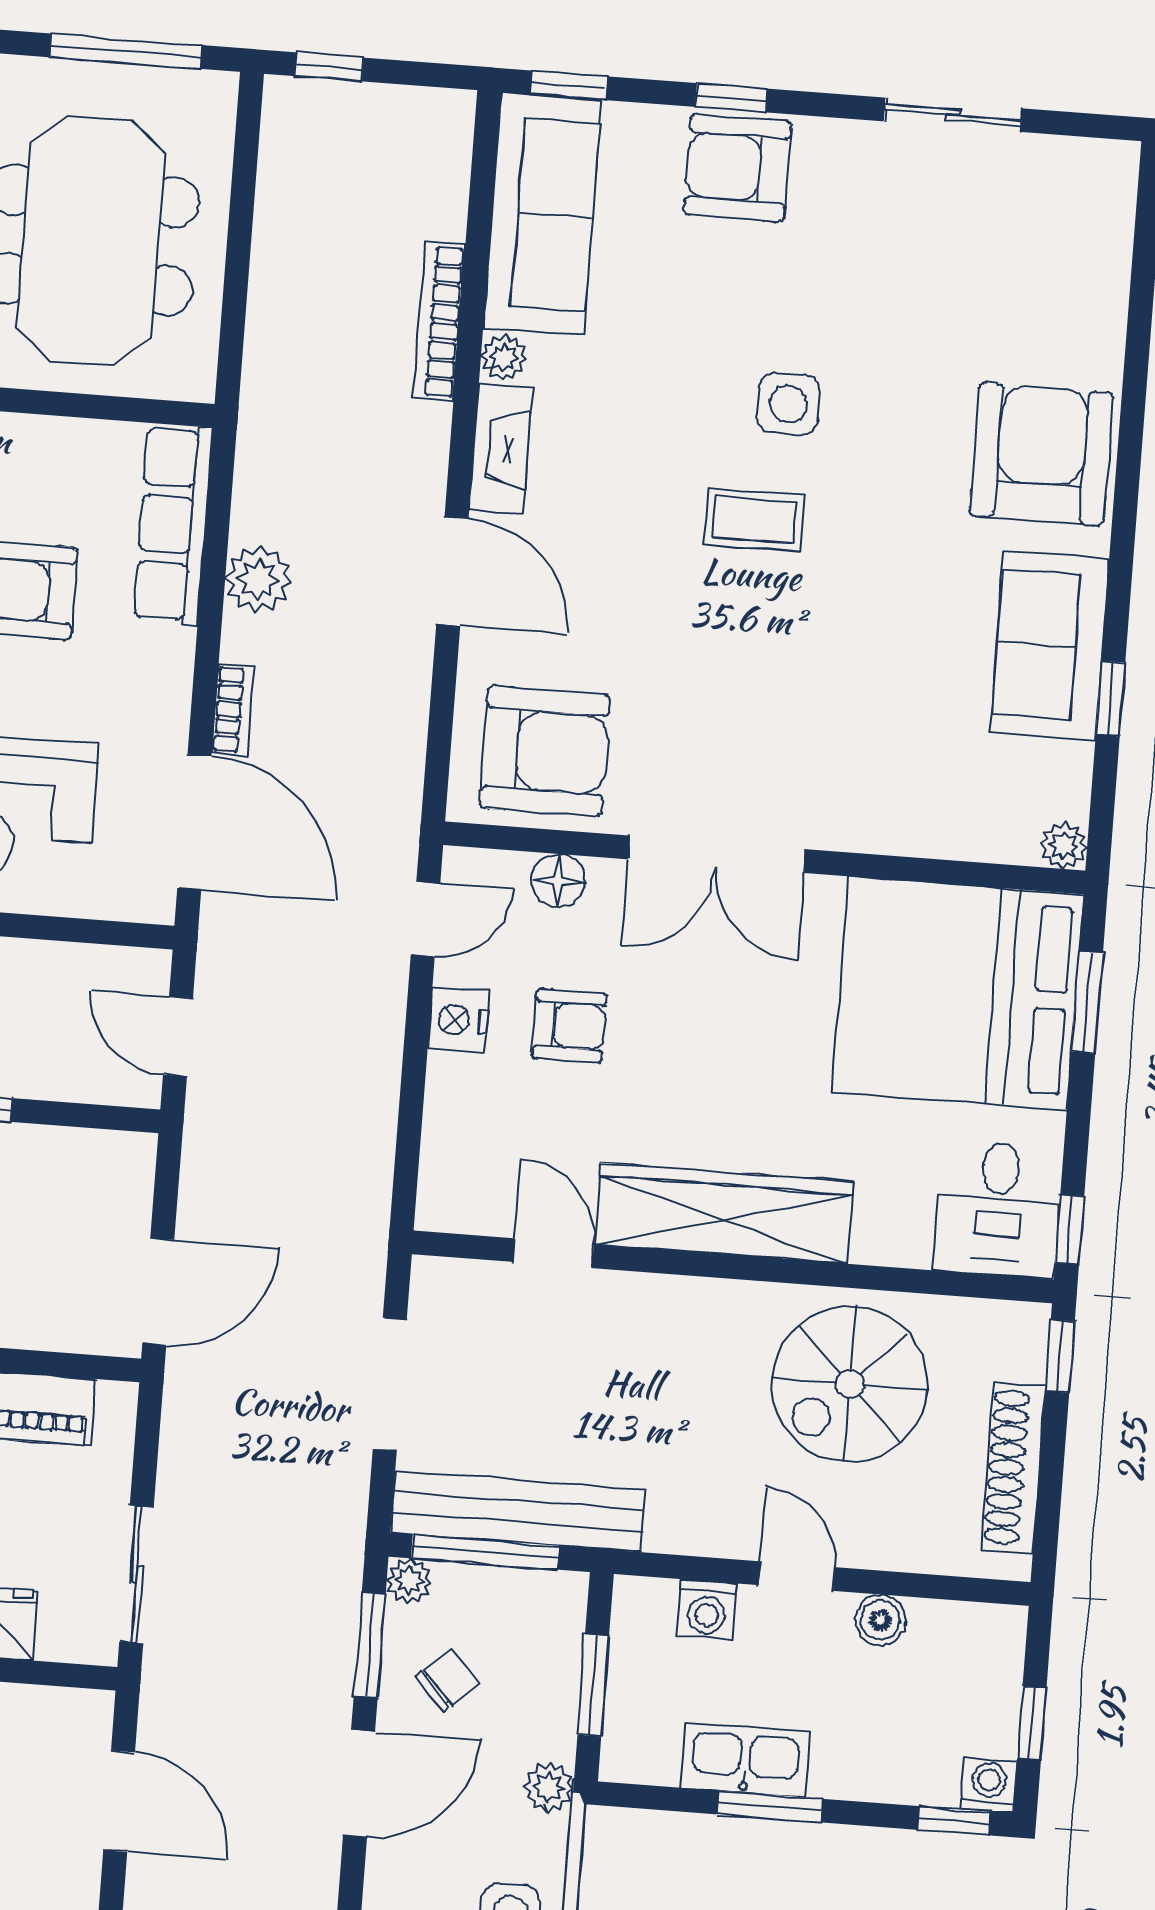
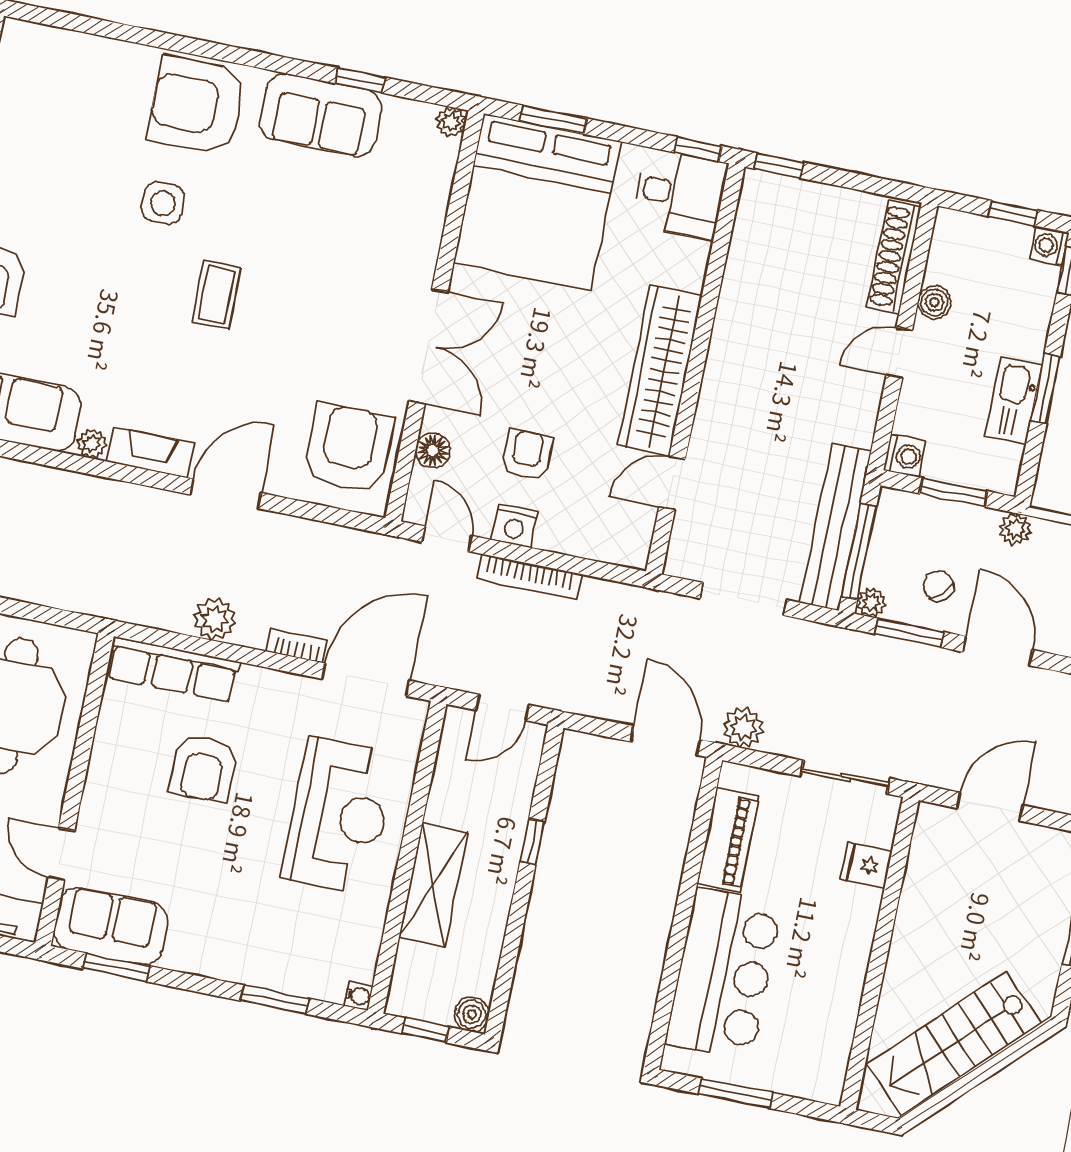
bookcase: (439, 322) -> (529, 577), moved
side table: (788, 404) -> (163, 203), moved
spiral stairs: (850, 1384) -> (780, 303), removed
plant: (193, 1409) -> (743, 728), added
shoe rack: (1013, 1468) -> (894, 257), moved, turned 90
washing machine: (707, 1609) -> (905, 456), moved

